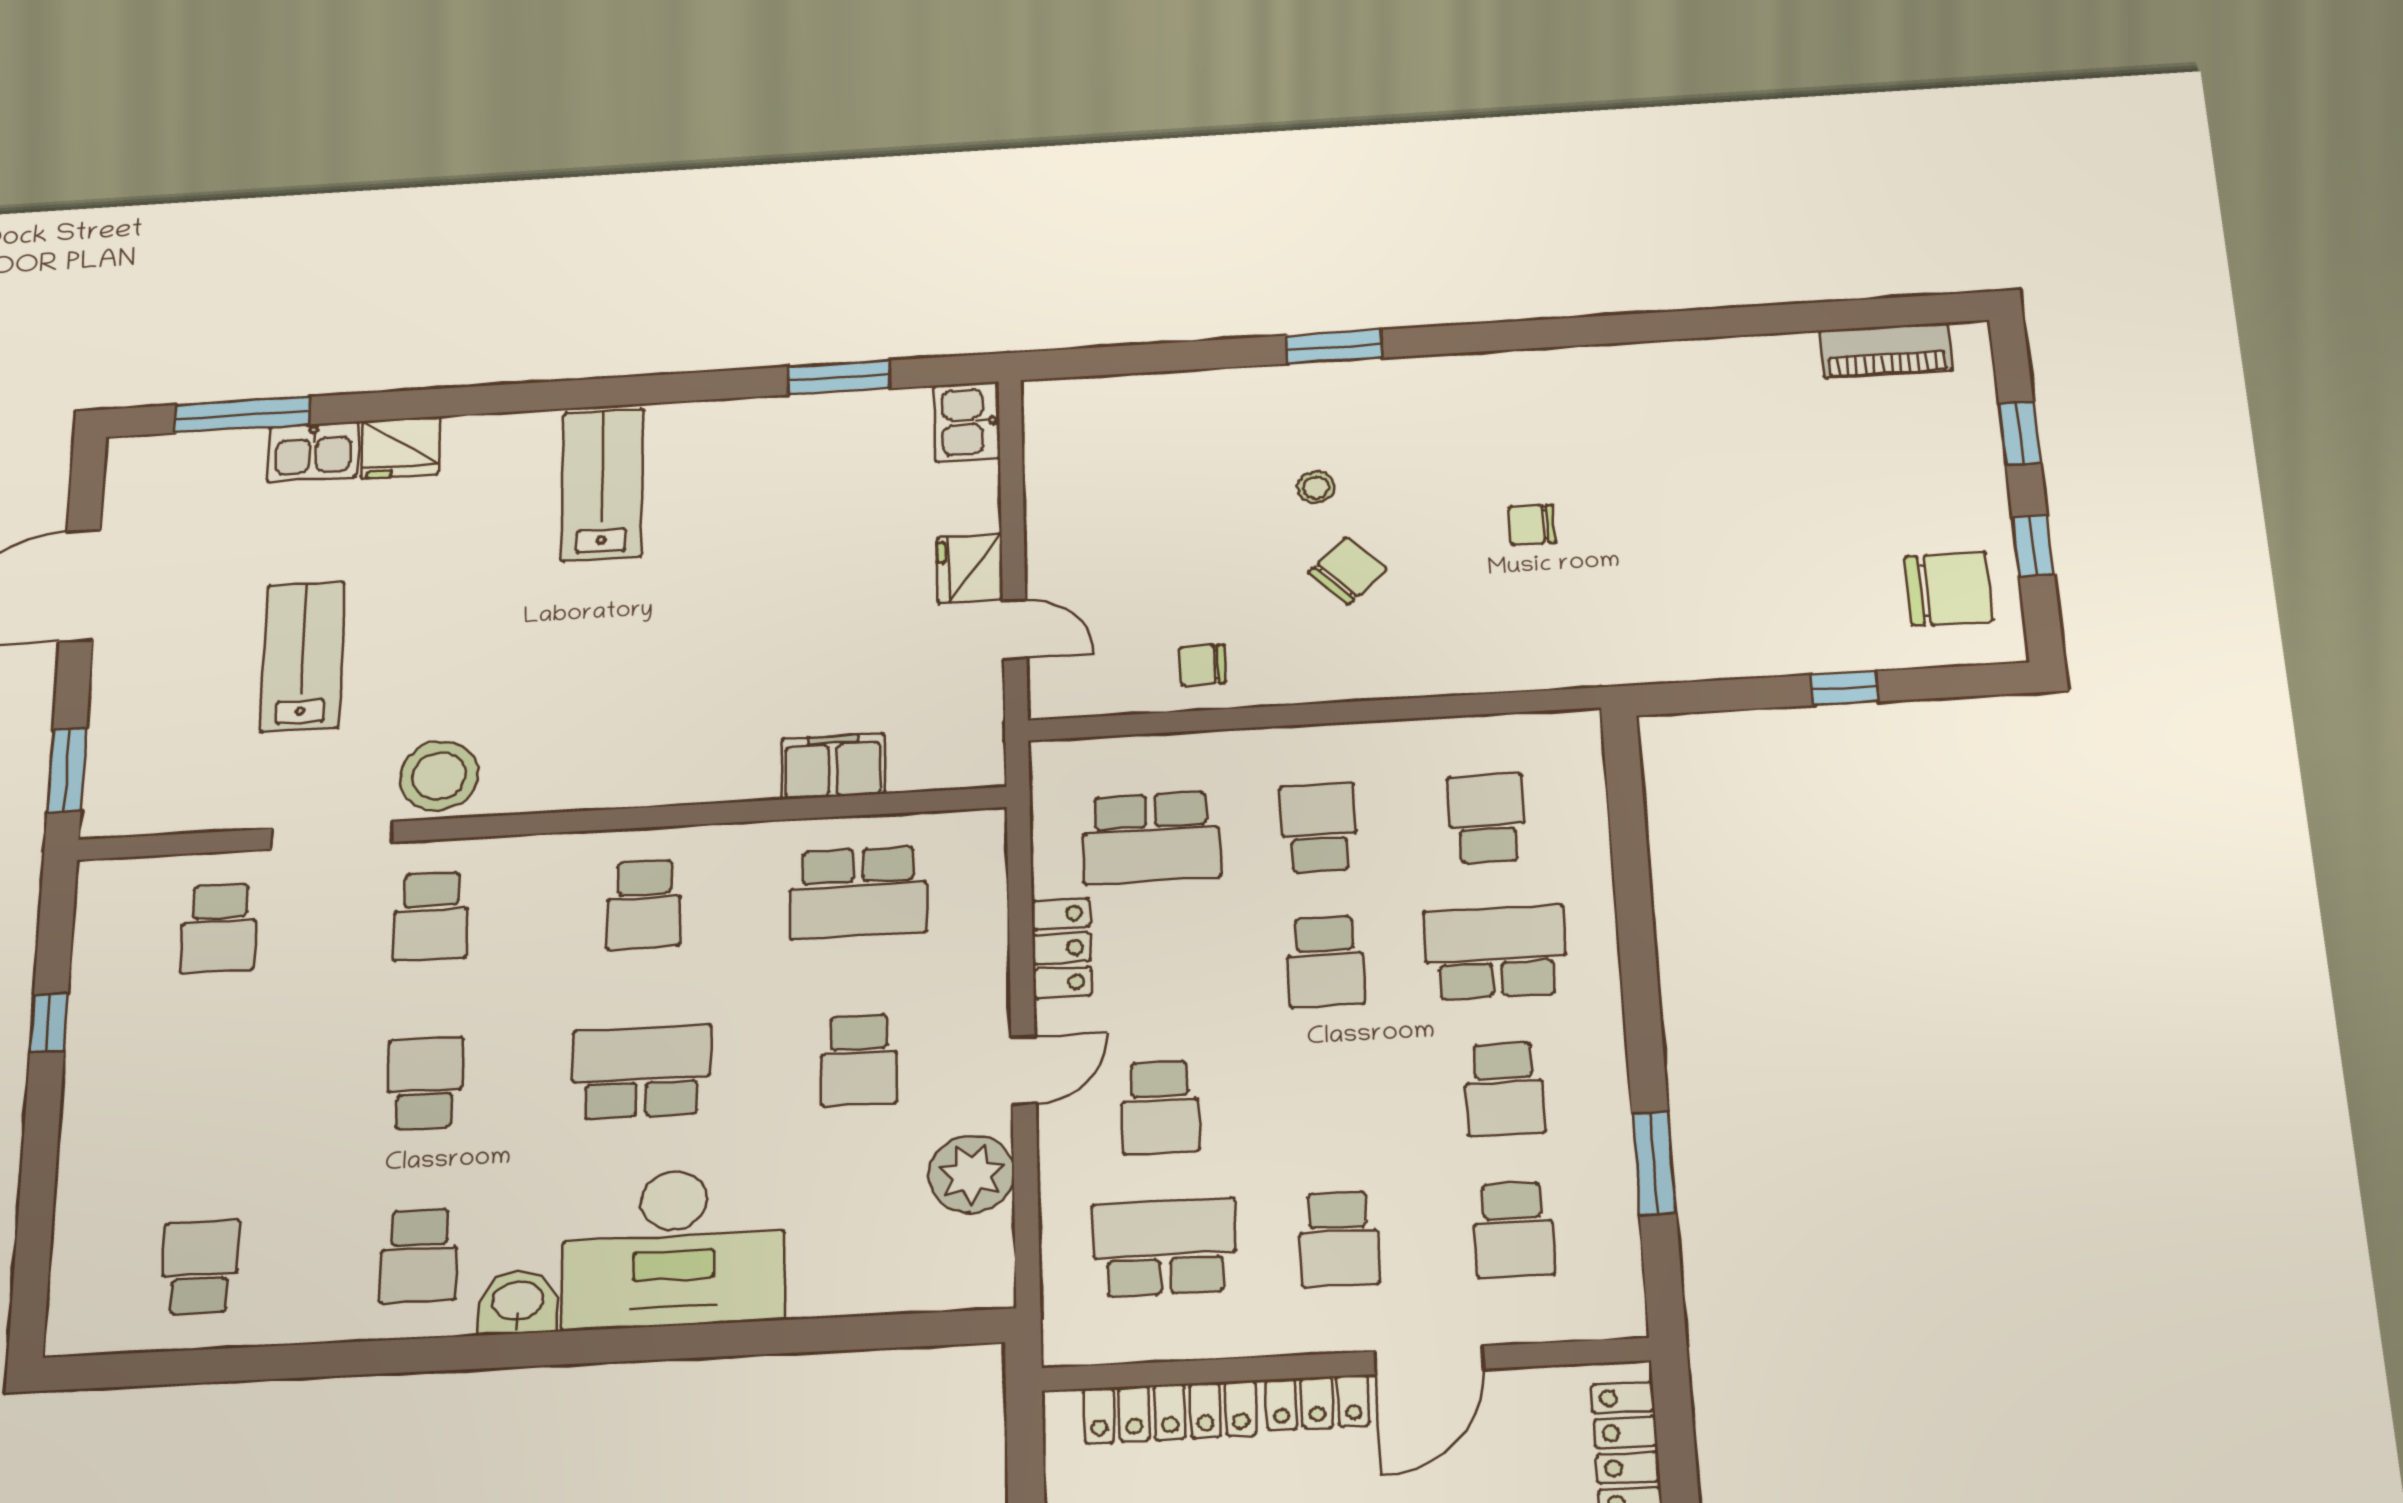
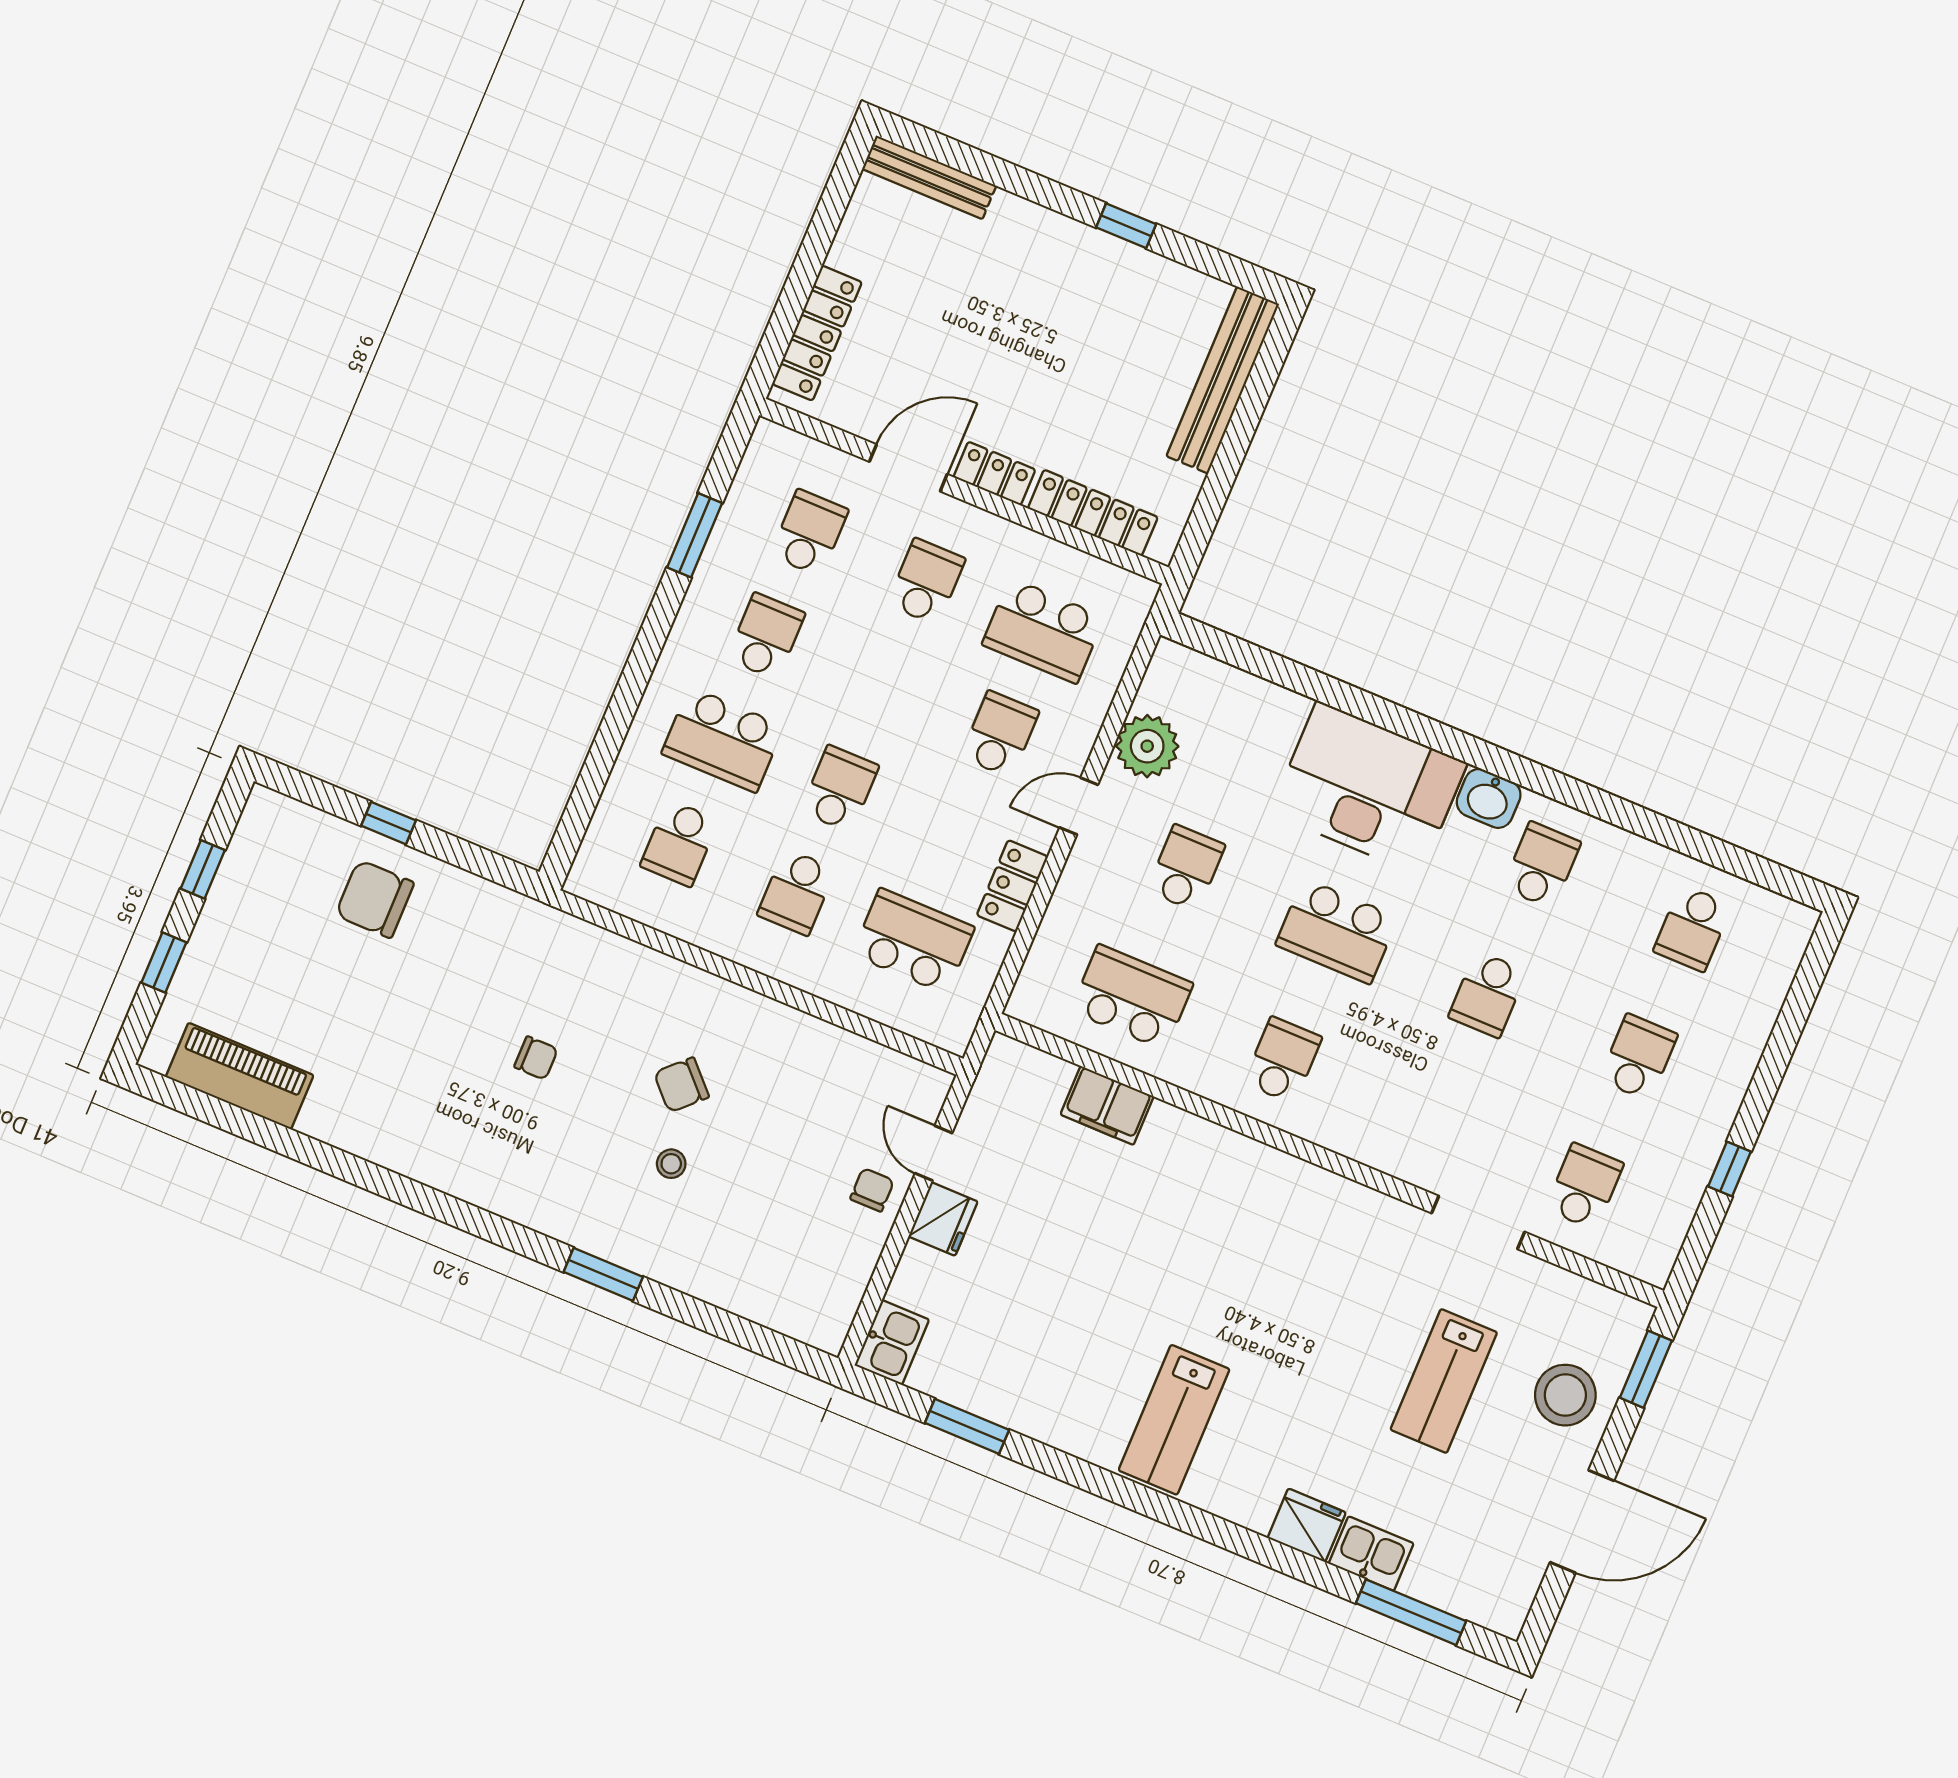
piano: (1886, 351) -> (240, 1076), width x1.37, depth x1.33
chair: (1949, 589) -> (375, 899), moved
chair: (1203, 665) -> (872, 1190), moved, turned -90
stool: (439, 776) -> (1565, 1395), moved
school desk: (431, 916) -> (1638, 1057), moved

